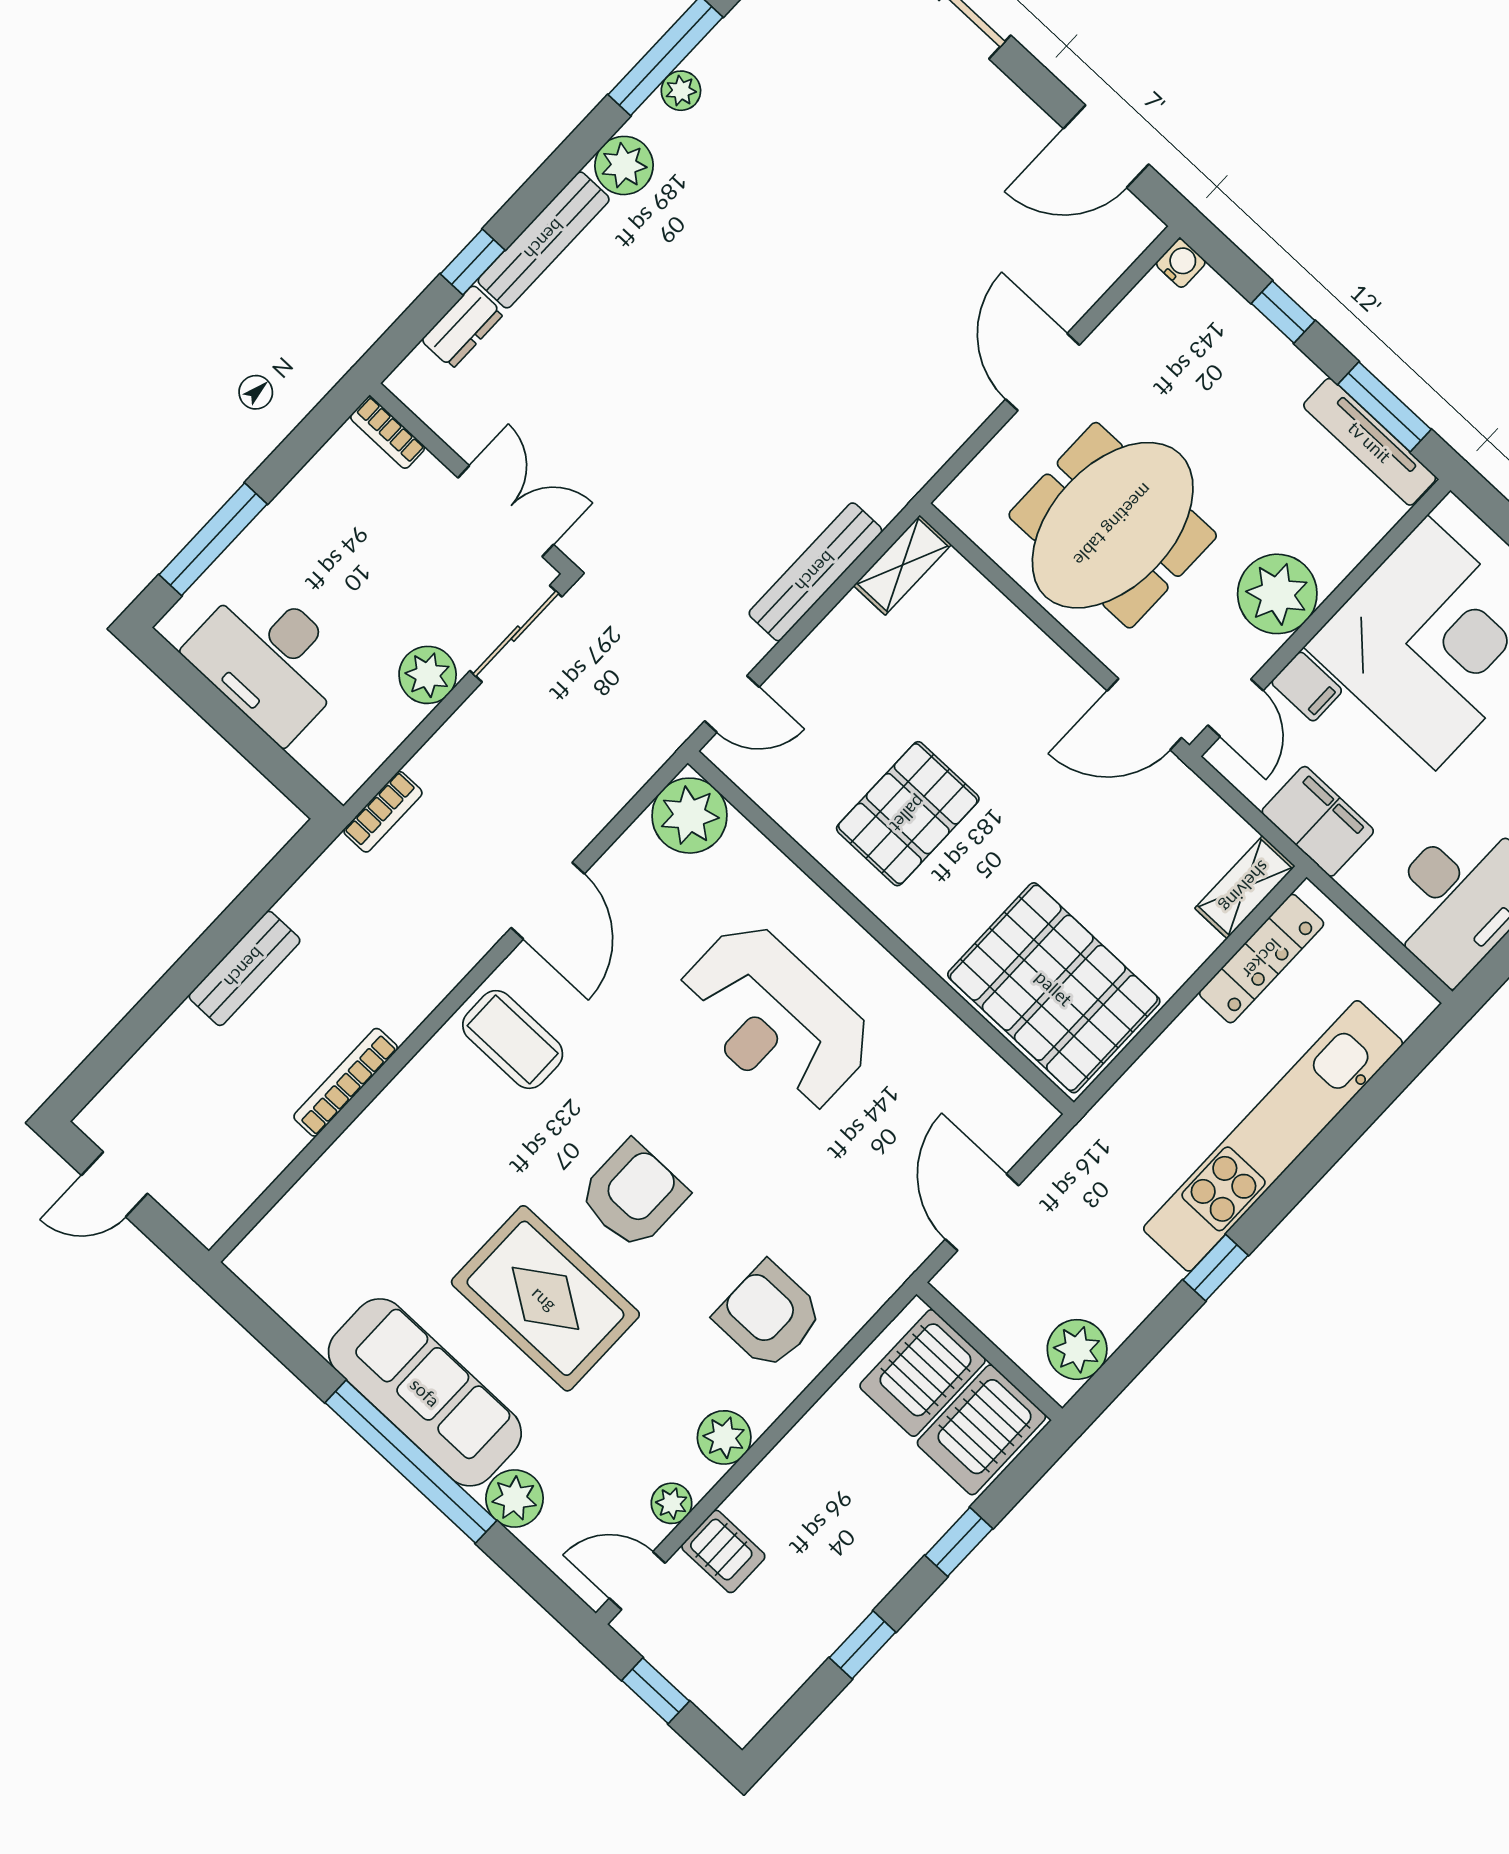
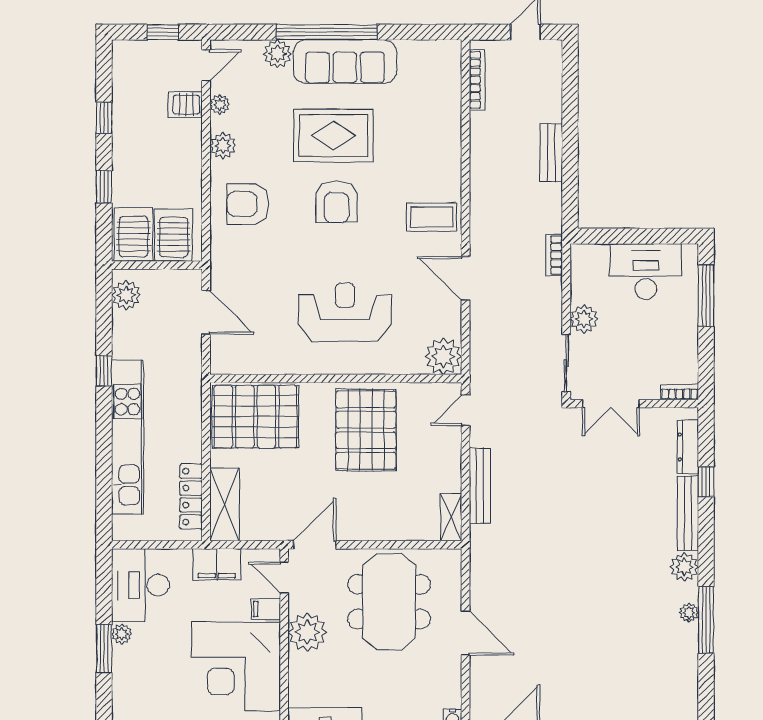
dresser: (463, 327) -> (688, 447), width x1.44
pallet: (908, 814) -> (366, 430), width x1.37, depth x1.41
shelving: (1245, 887) -> (224, 504), width x1.50, depth x1.33
bookcase: (346, 1082) -> (477, 80), moved
armchair: (769, 1316) -> (248, 204), turned 180

